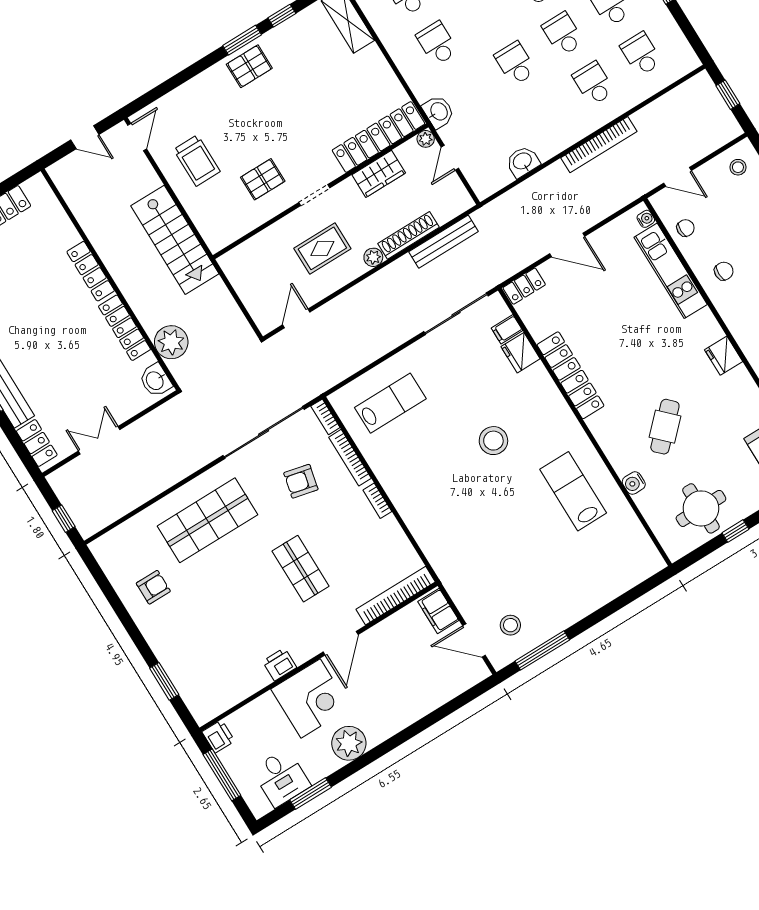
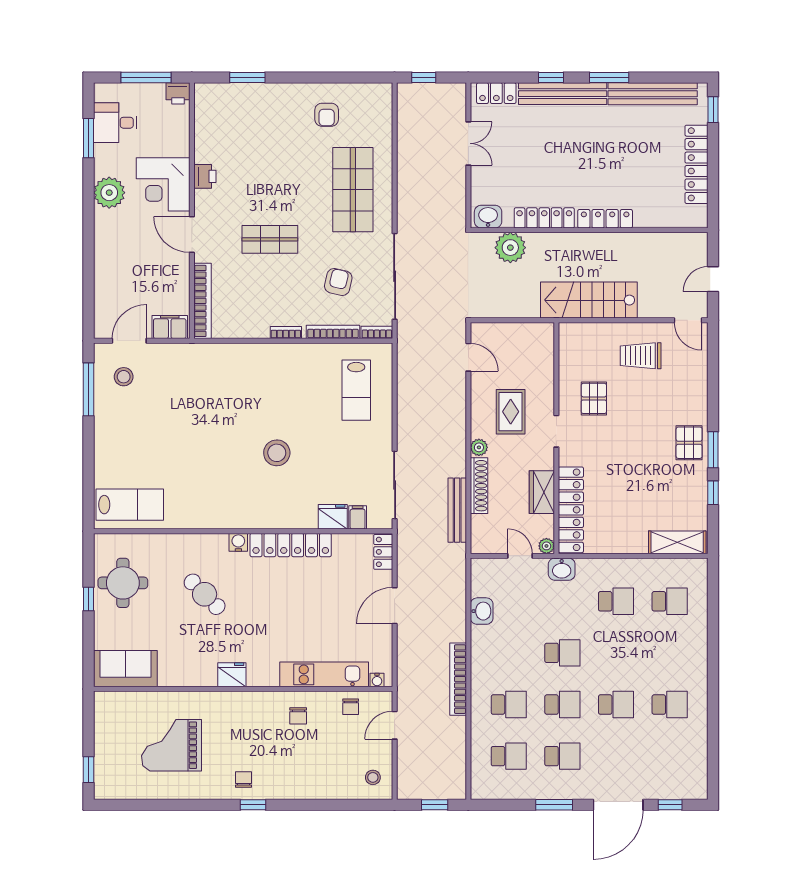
water cooler: (634, 483) -> (238, 542), moved
lab bench: (573, 491) -> (130, 505), moved

